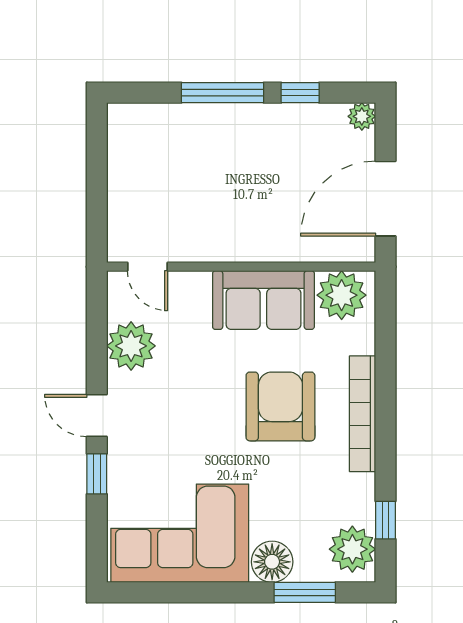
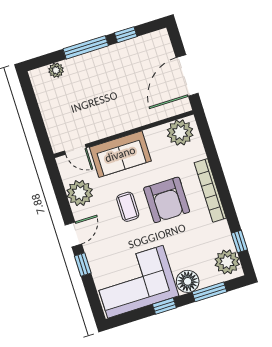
plant: (362, 116) -> (56, 70), moved
sofa: (263, 300) -> (120, 154), moved
coffee table: (208, 397) -> (128, 207), added
armchair: (280, 406) -> (167, 200), turned 180
door: (97, 416) -> (73, 234), swing flipped
window: (218, 592) -> (164, 306), added

